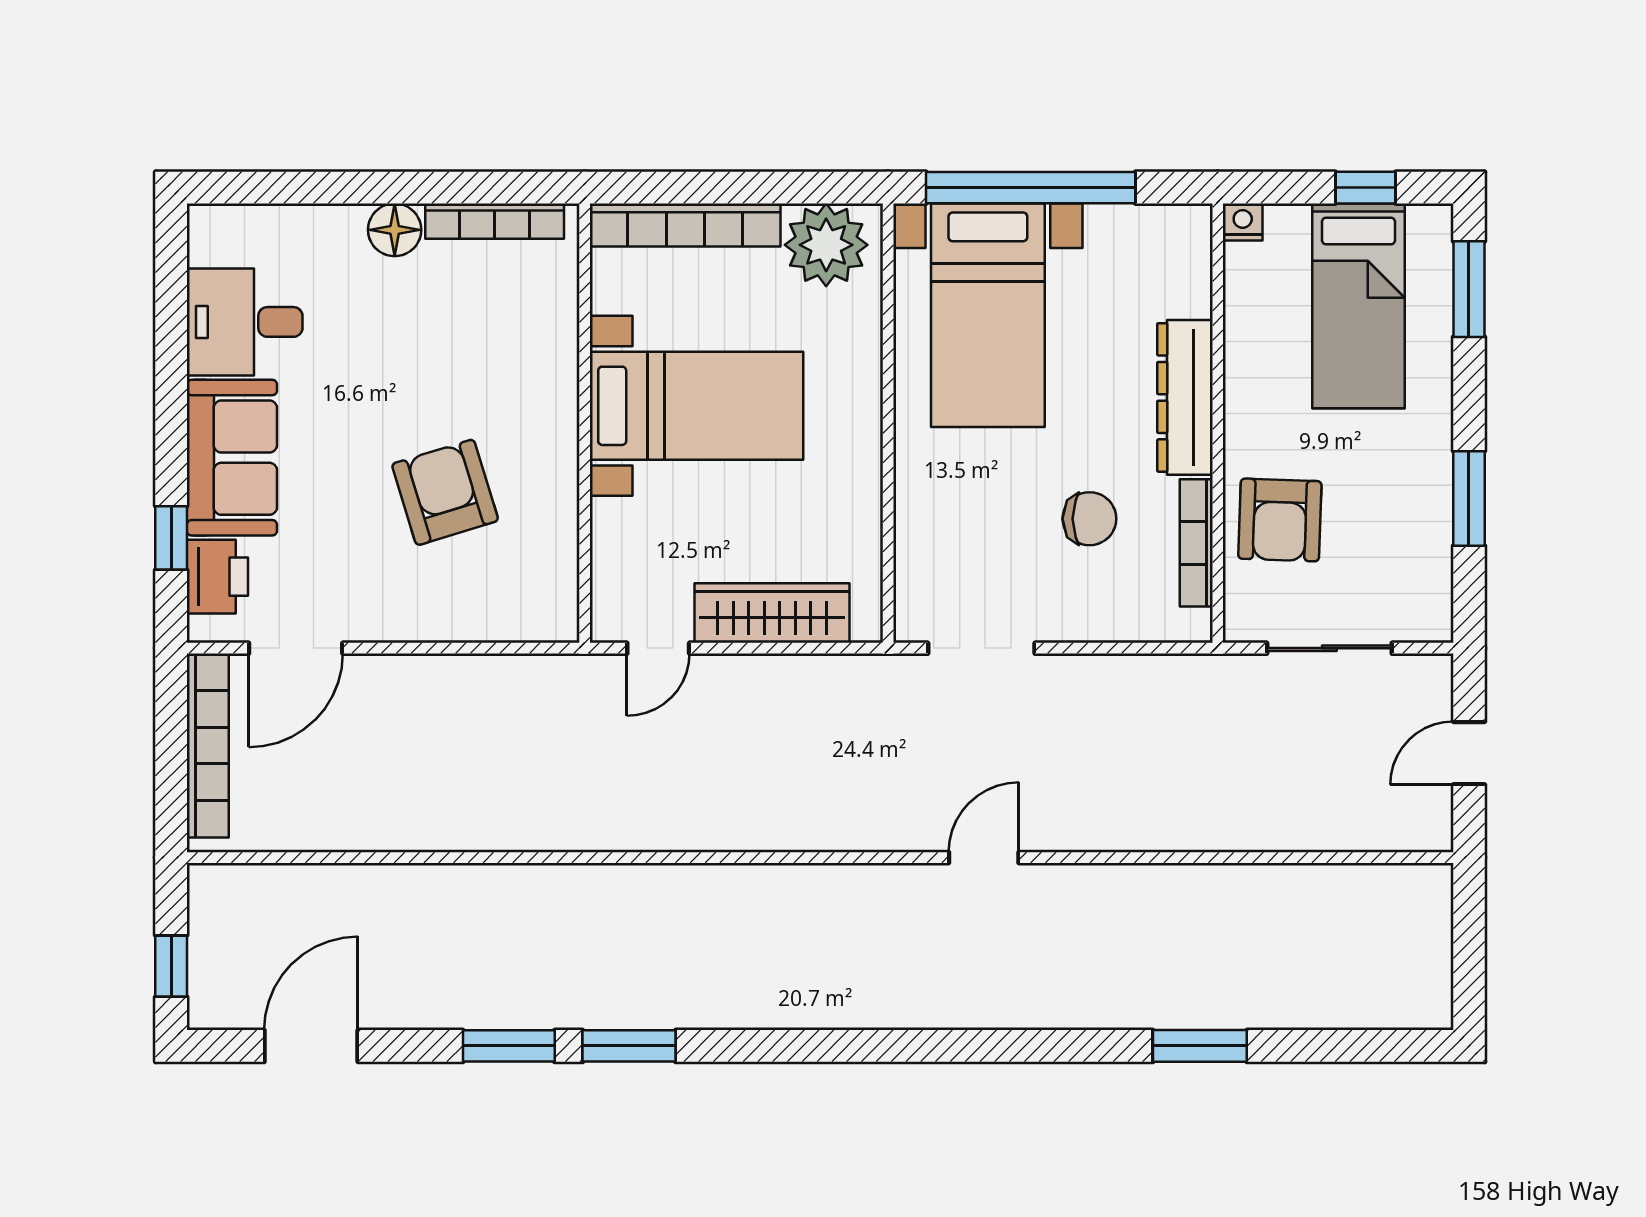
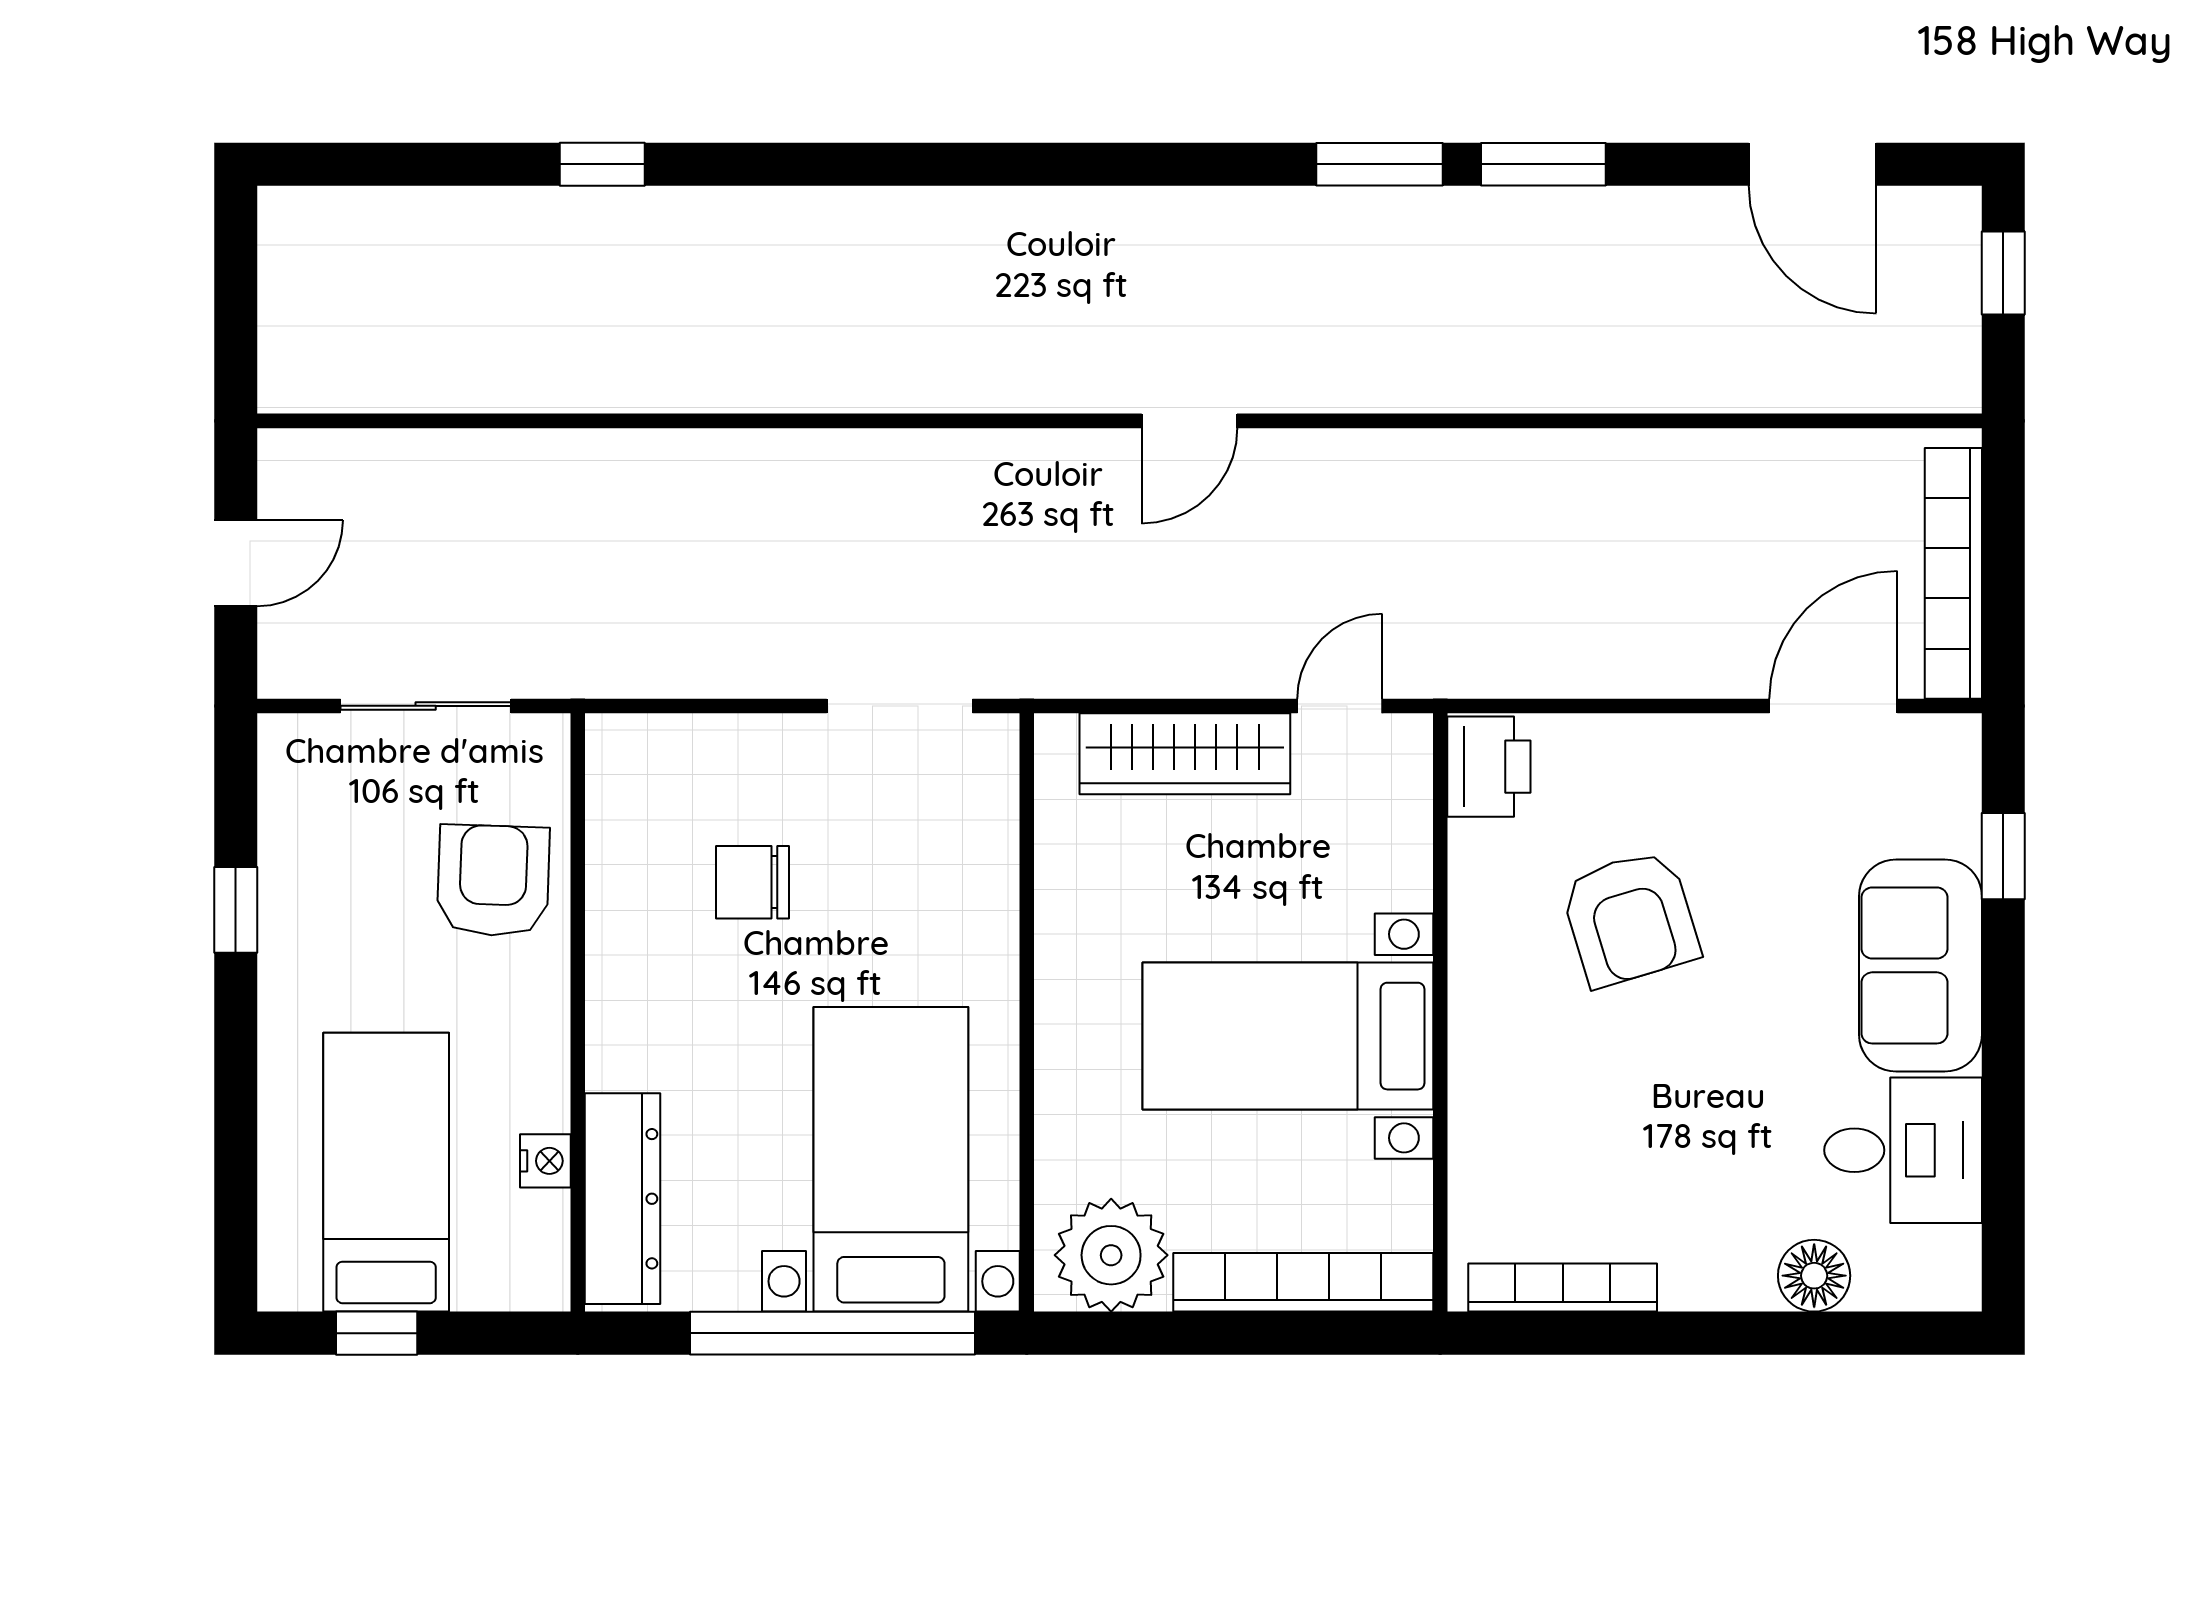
nightstand: (1243, 222) -> (545, 1161), moved, turned -90
floor lamp: (395, 230) -> (1814, 1276), moved
window: (1469, 289) -> (236, 1195), removed
dresser: (1185, 397) -> (623, 1199), moved
window: (1469, 498) -> (236, 910), width x0.67
bookcase: (1196, 543) -> (607, 849), removed
printer: (217, 577) -> (1489, 767), moved, turned 180
door: (984, 858) -> (1189, 421), moved
door: (311, 1046) -> (1812, 164), hinge flipped
window: (1200, 1046) -> (602, 164), width x0.67

